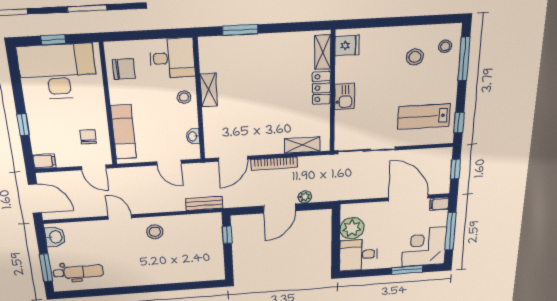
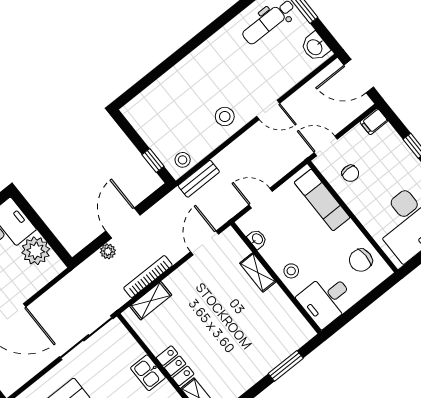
shelving: (209, 90) -> (258, 272), moved
bookcase: (274, 164) -> (148, 277), moved
stool: (206, 223) -> (183, 160), added

